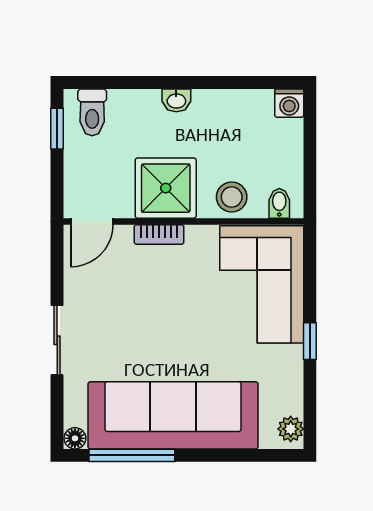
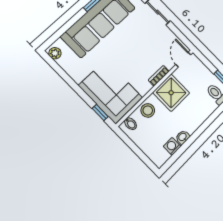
washbasin: (176, 100) -> (183, 137), moved
washing machine: (289, 103) -> (172, 146), moved
window: (310, 341) -> (100, 113), moved

